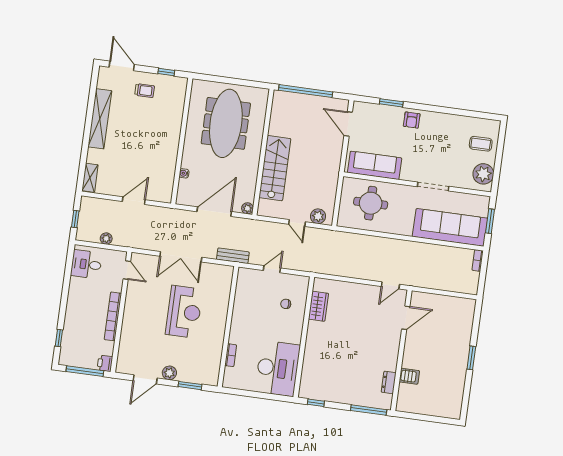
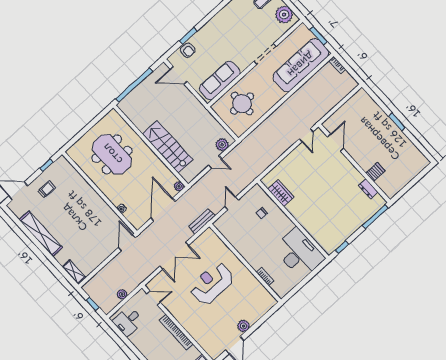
armchair: (412, 120) -> (188, 50), moved
meeting table: (226, 123) -> (112, 154), width x0.73
door: (134, 201) -> (127, 243), moved
reception desk: (184, 312) -> (212, 283), turned -90
window: (190, 386) -> (263, 319), removed

